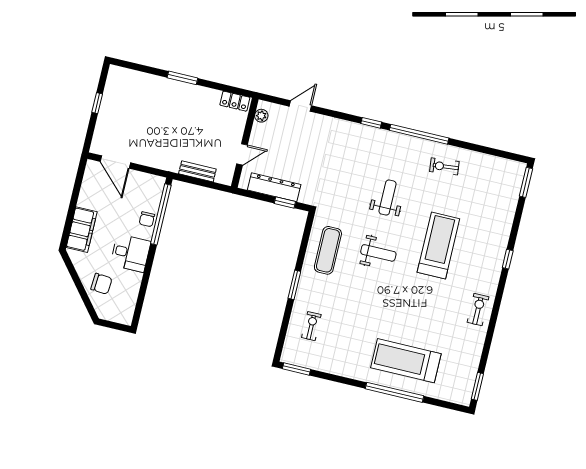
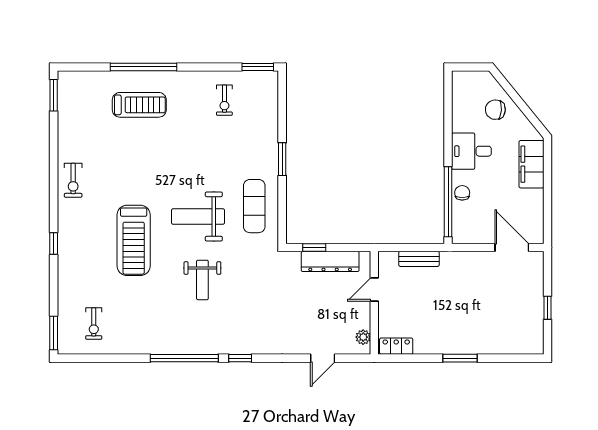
exercise bike: (444, 166) -> (94, 324), moved, turned 96
weight bench: (378, 253) -> (198, 216), width x1.36, depth x1.33
exercise bike: (311, 326) -> (224, 100), moved
treadmill: (406, 361) -> (139, 105), width x0.73, depth x0.73

